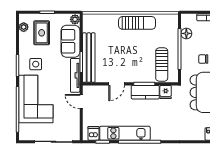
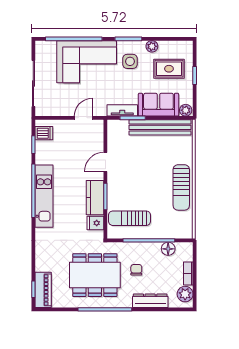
plant: (24, 27) -> (152, 46), moved
bench: (89, 58) -> (160, 127), moved
tv unit: (75, 75) -> (122, 110), width x0.71
door: (117, 84) -> (105, 162), hinge flipped
kitchen unit: (125, 133) -> (44, 196), moved

